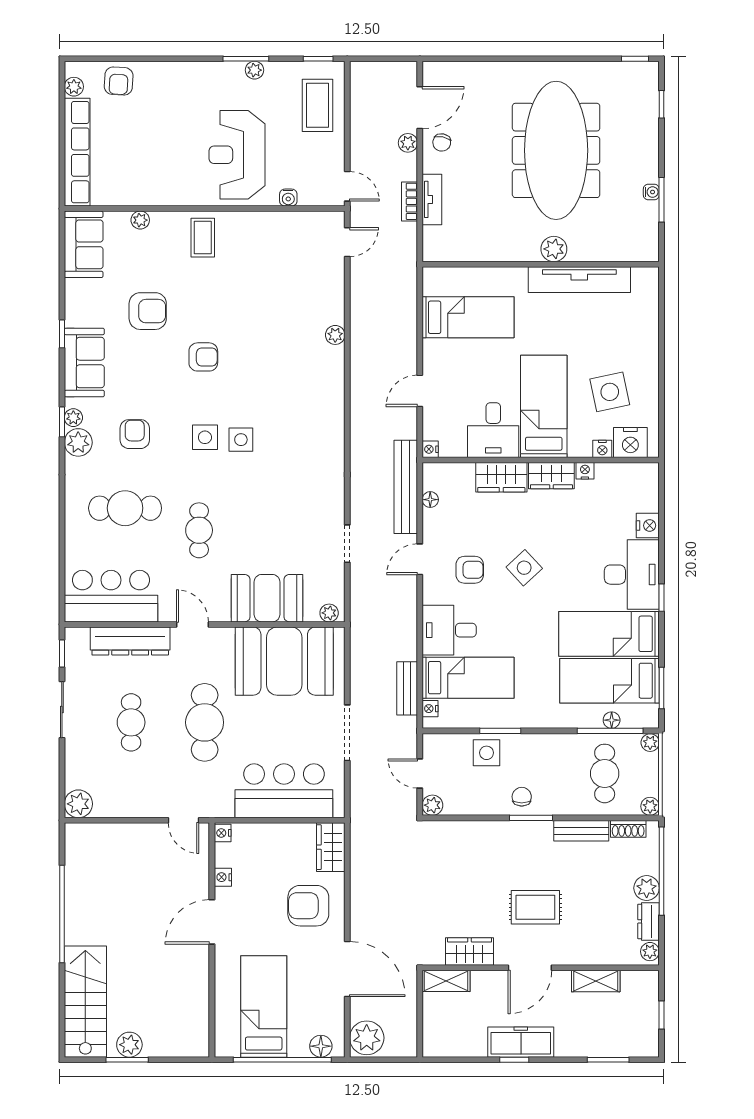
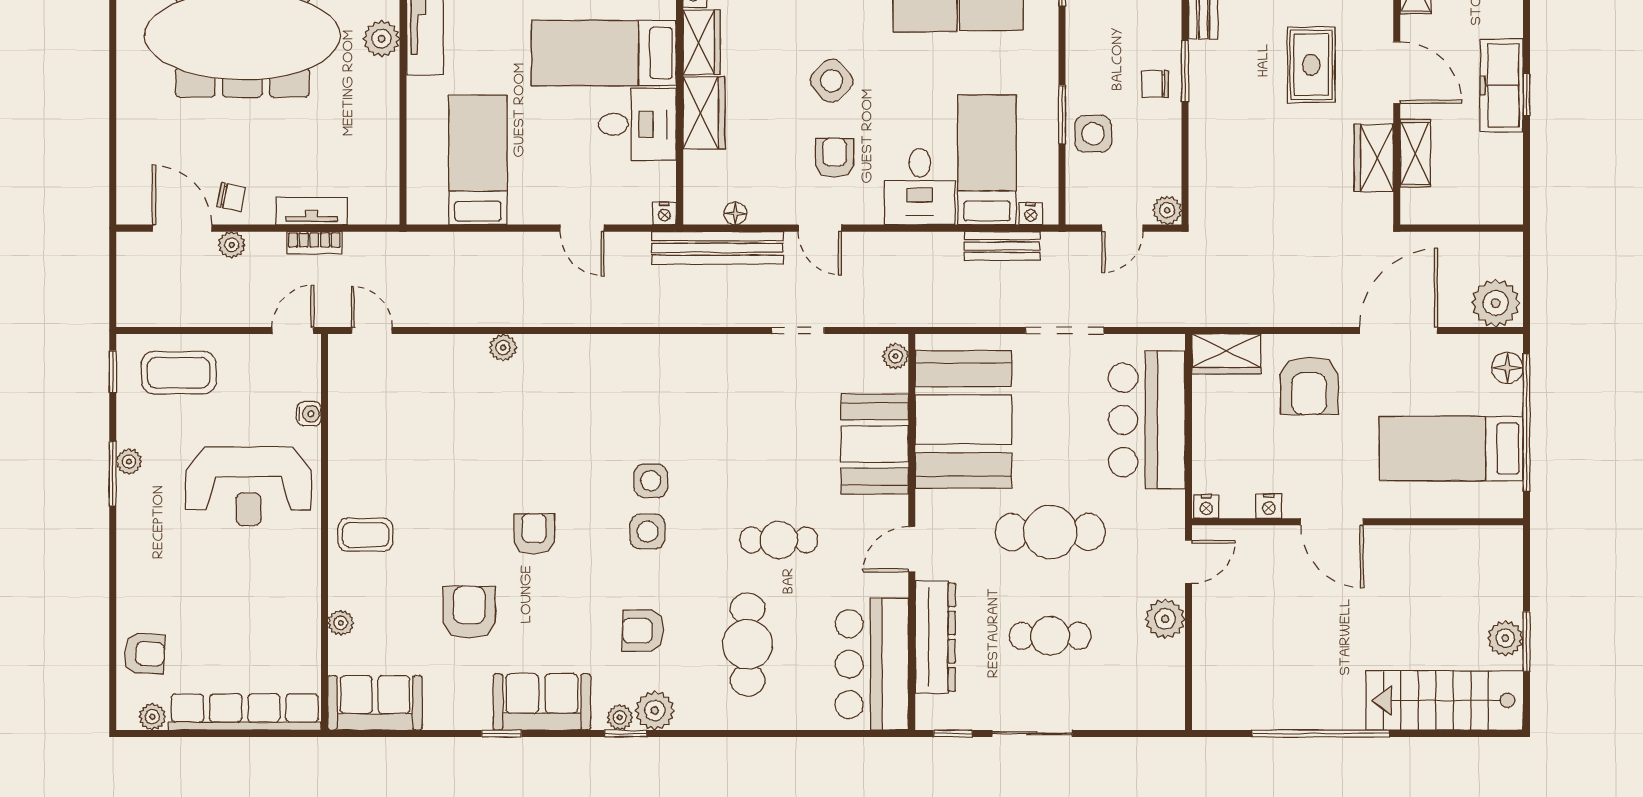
plant: (78, 804) -> (1165, 619), moved
shelving: (446, 981) -> (1415, 153), moved

